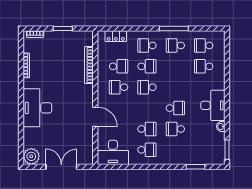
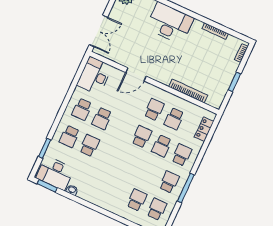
desk: (213, 105) -> (55, 173), moved
school desk: (175, 108) -> (70, 136), moved
double door: (61, 167) -> (98, 31), moved

